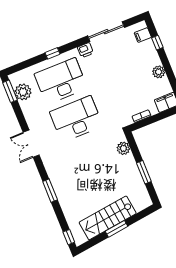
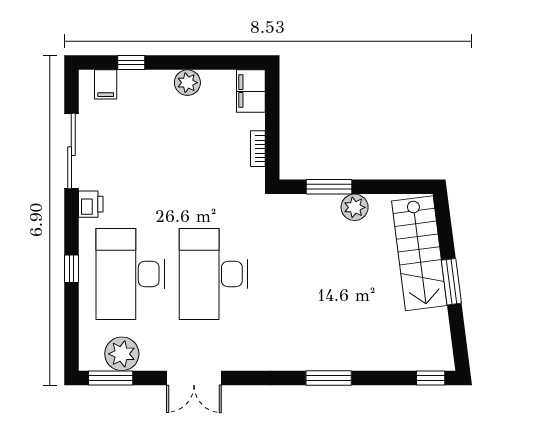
double door: (31, 144) -> (194, 378), moved
plant: (123, 148) -> (355, 207), moved
window: (144, 172) -> (329, 187), moved
stairs: (108, 218) -> (419, 253), moved

